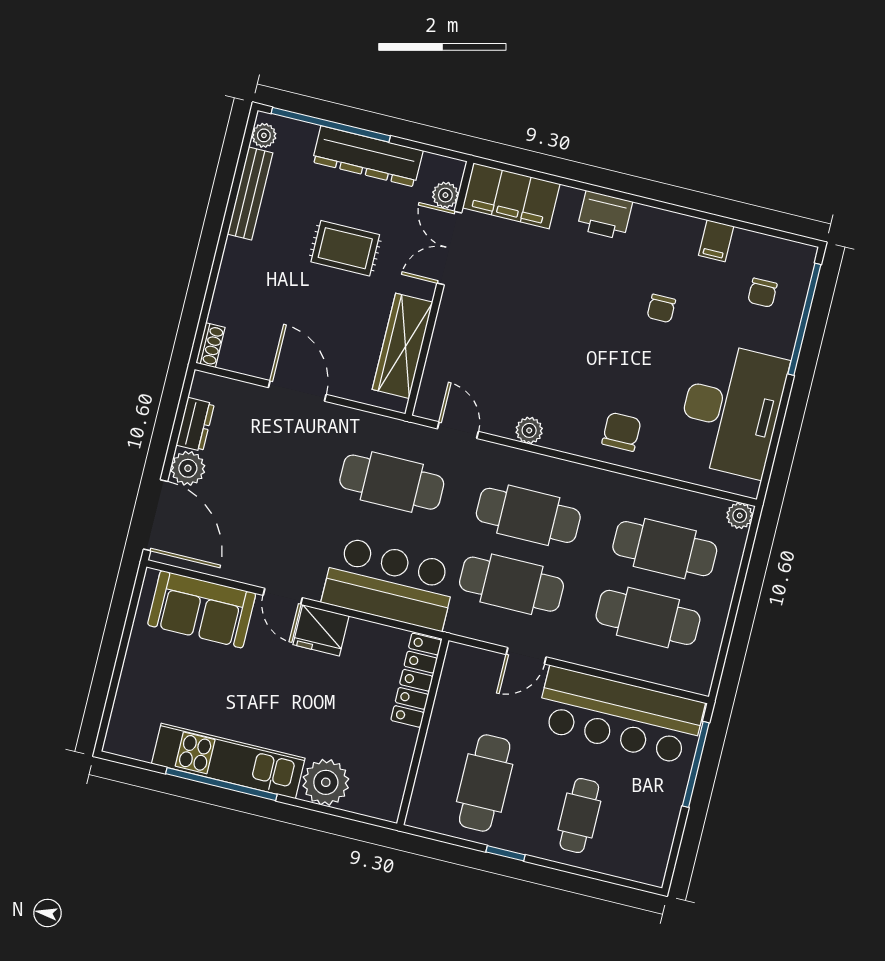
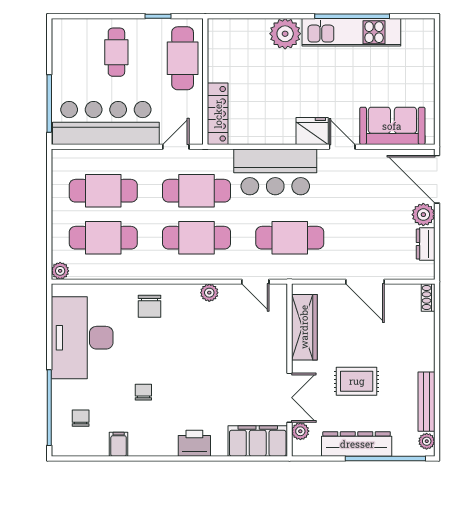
locker: (416, 680) -> (218, 114), moved
wall: (423, 732) -> (205, 82), moved

